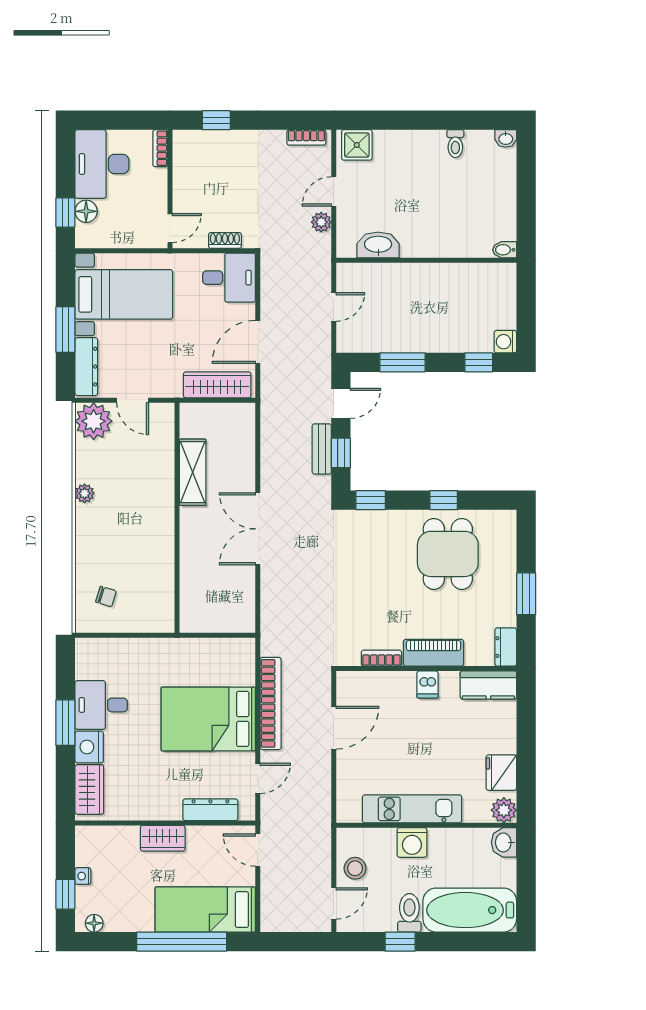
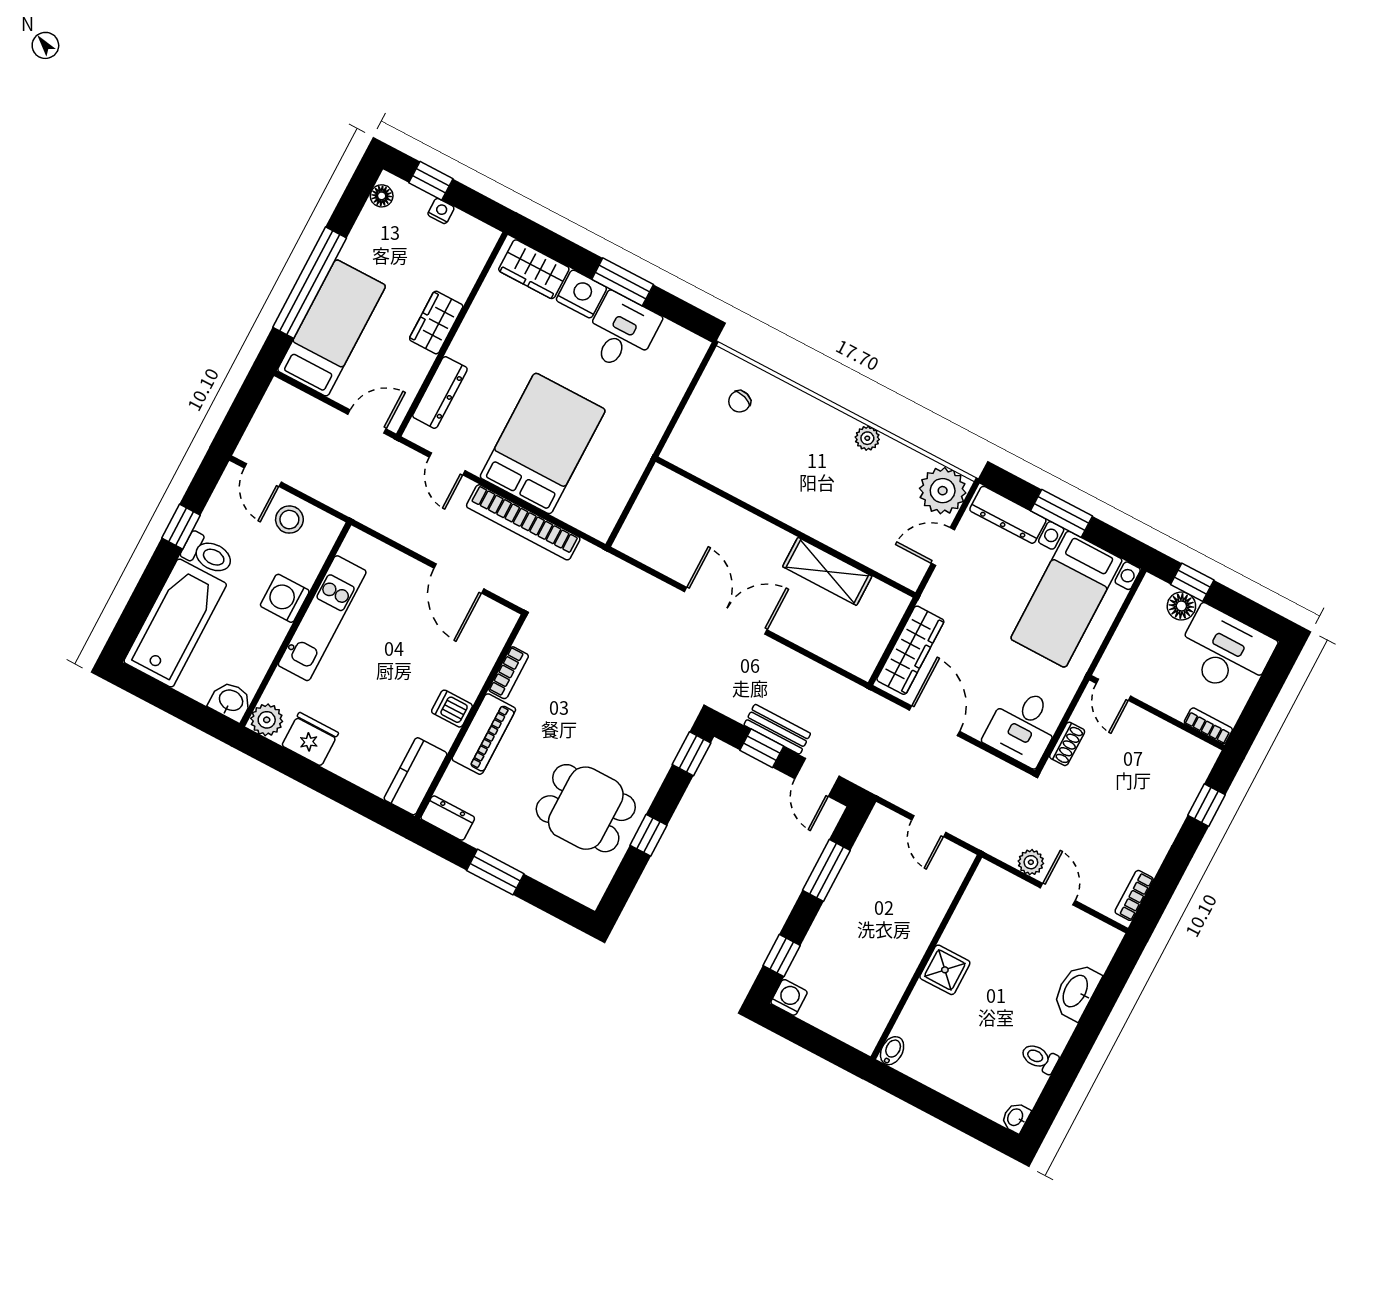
shower: (357, 145) -> (945, 970), moved
washbasin: (378, 245) -> (1076, 992), moved, turned 180

